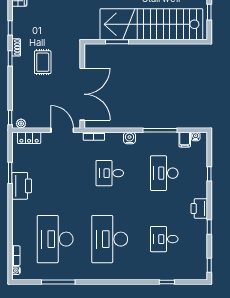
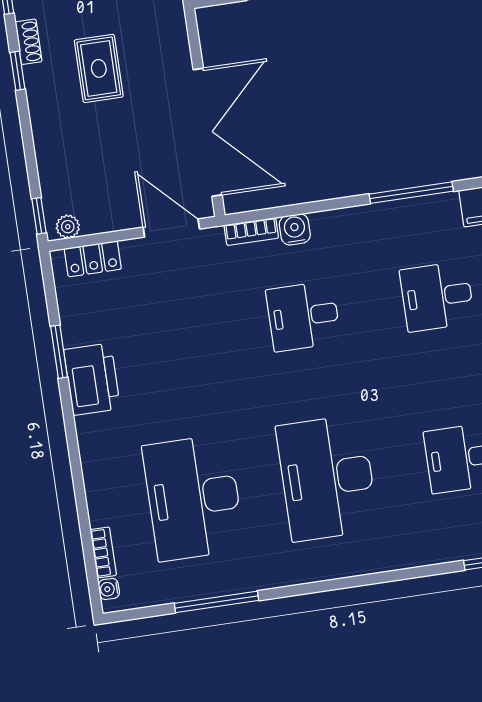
water cooler: (129, 138) -> (295, 229), moved
desk: (164, 173) -> (437, 296), width x0.73

